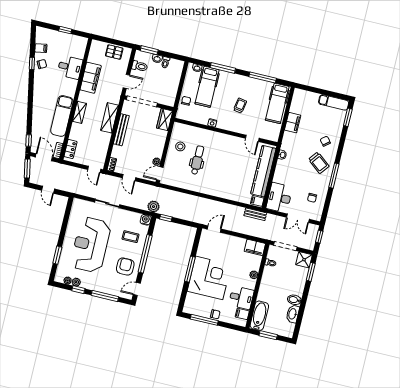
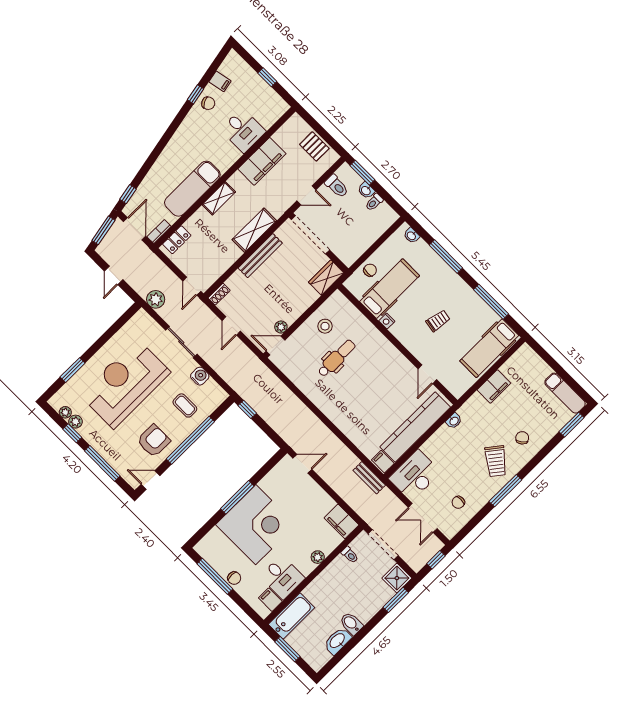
hospital bed: (207, 87) -> (390, 289), moved, turned 180
plant: (154, 207) -> (156, 299), moved
water cooler: (146, 220) -> (200, 376), moved

